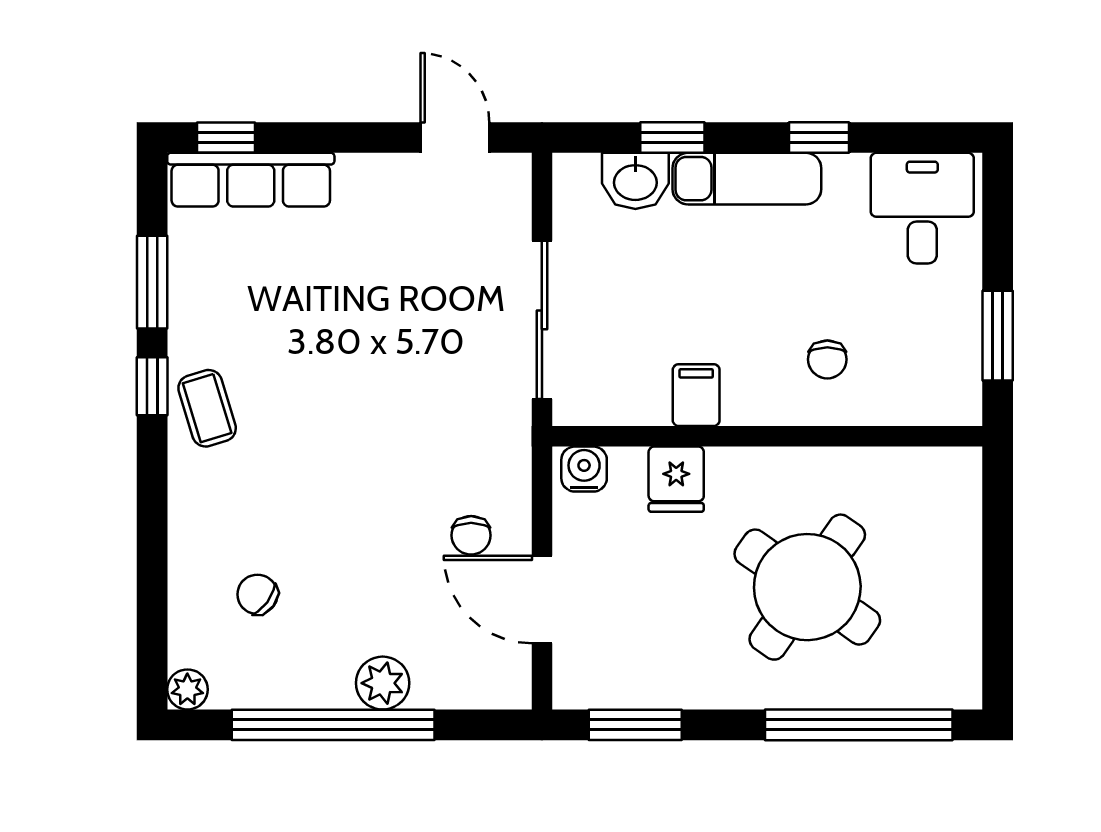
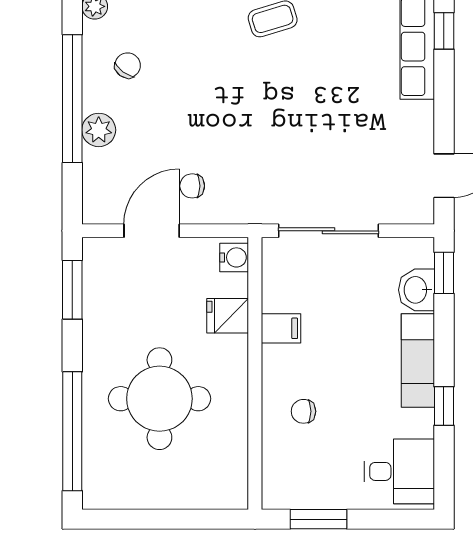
window: (672, 137) -> (444, 273), moved
round table: (807, 587) -> (159, 399), turned -35
chair: (257, 594) -> (128, 65), moved

